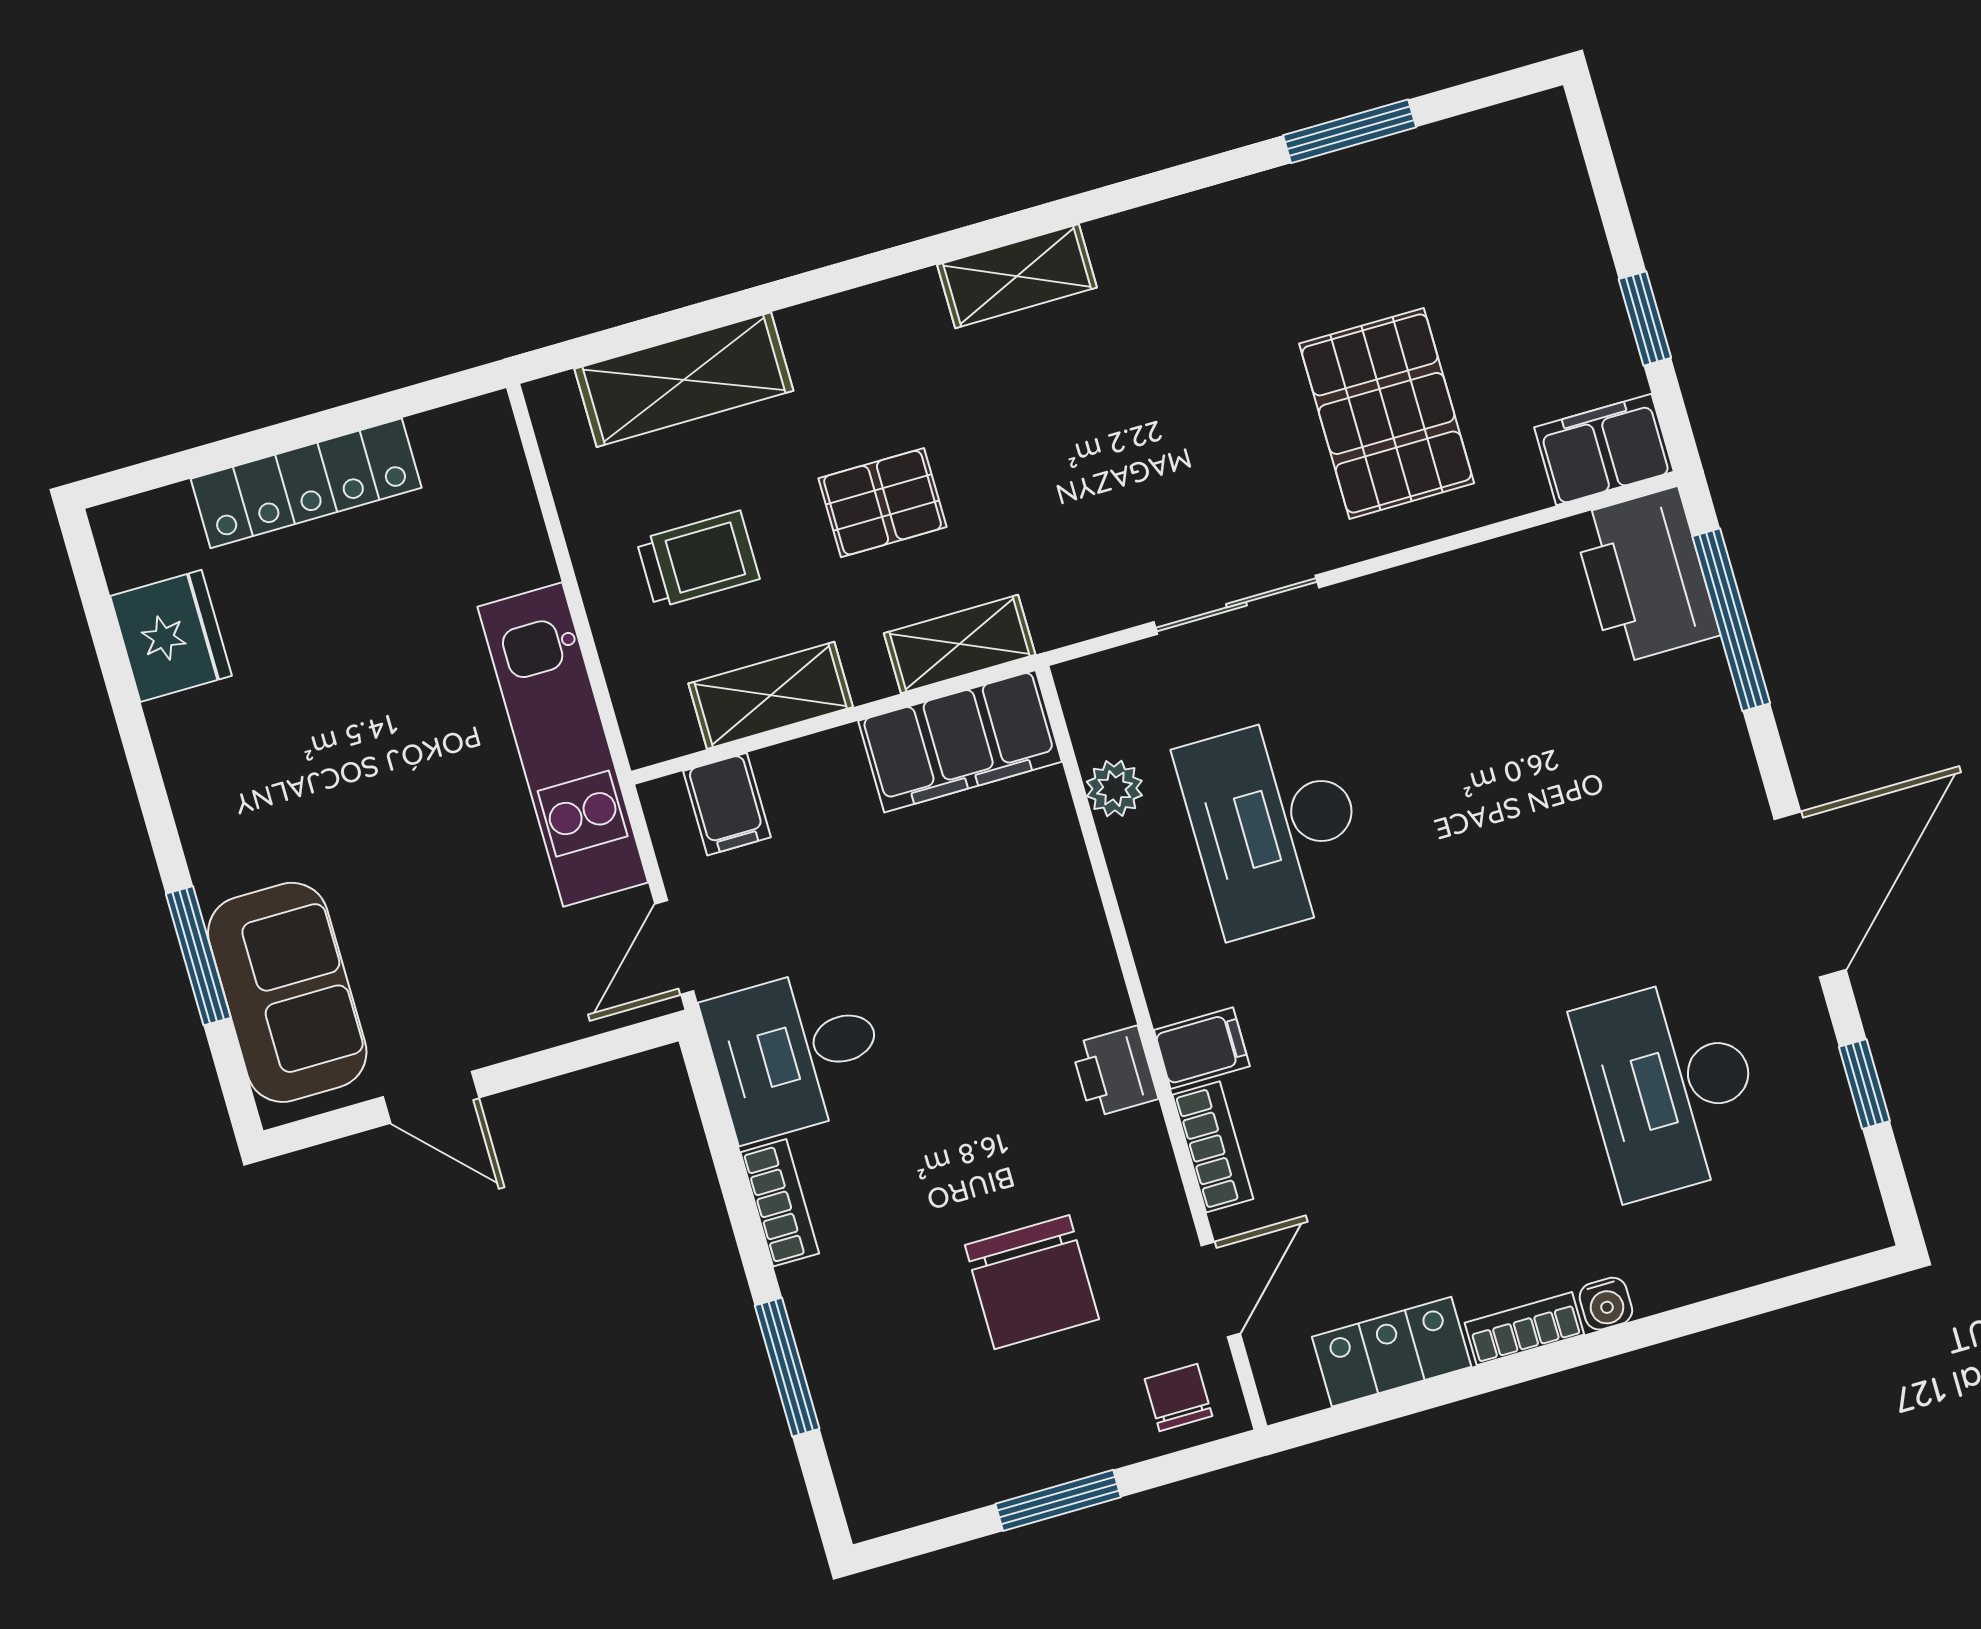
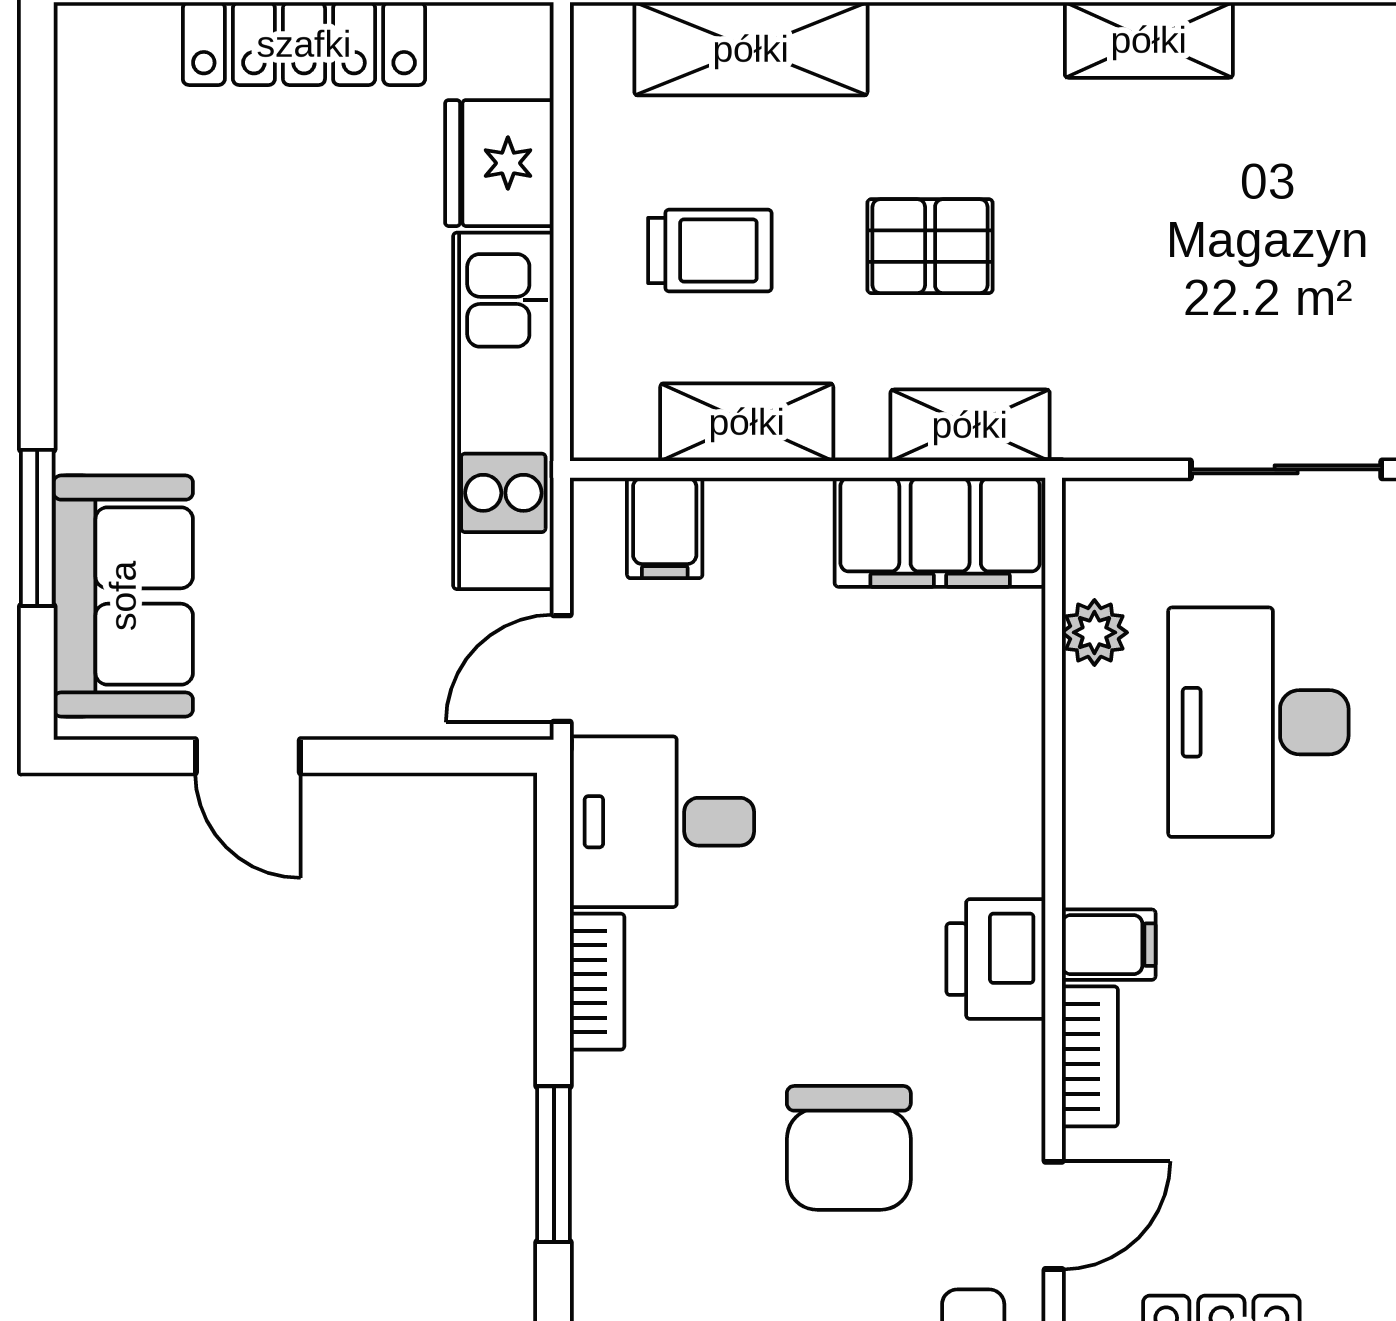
fridge: (171, 636) -> (499, 163), moved, turned 180
printer: (1114, 1072) -> (996, 959), width x1.36, depth x1.24

